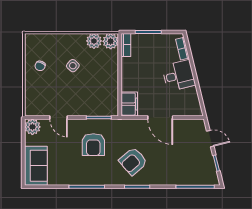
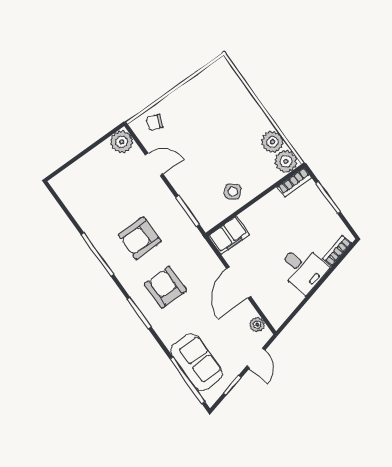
chair: (40, 66) -> (155, 122), moved
side table: (73, 66) -> (233, 192), moved
door: (59, 118) -> (154, 164), swing flipped
plant: (192, 124) -> (257, 325), added
armchair: (93, 145) -> (140, 238), moved
armchair: (133, 161) -> (165, 287), turned 41
sofa: (36, 166) -> (197, 362), moved, turned -90

